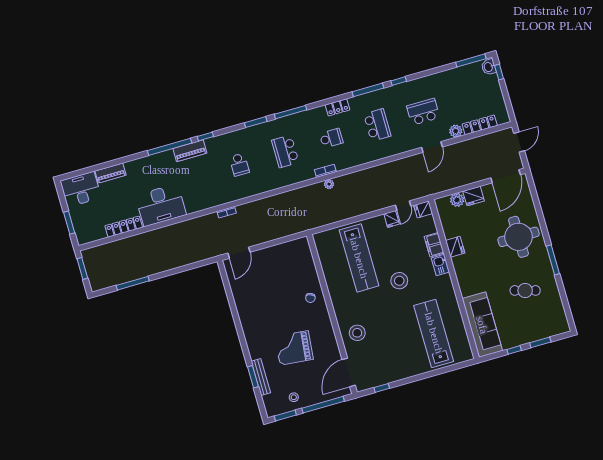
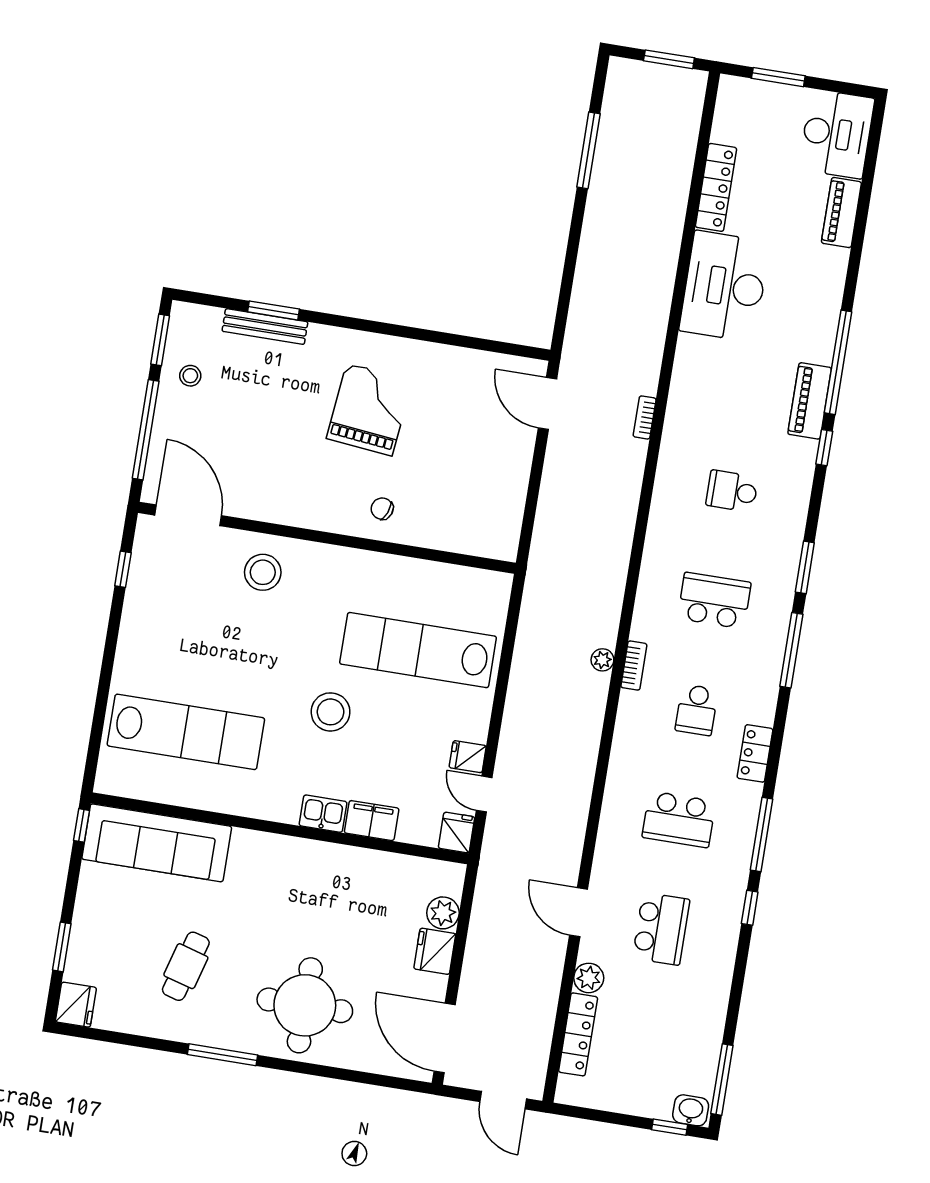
fridge: (455, 247) -> (76, 1005), moved, turned -90
grand piano: (294, 348) -> (369, 410), moved
window: (514, 350) -> (82, 825), moved

